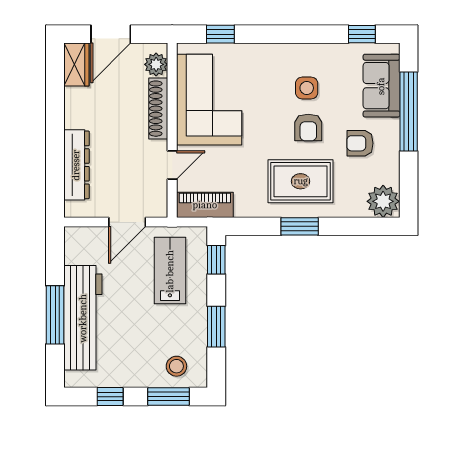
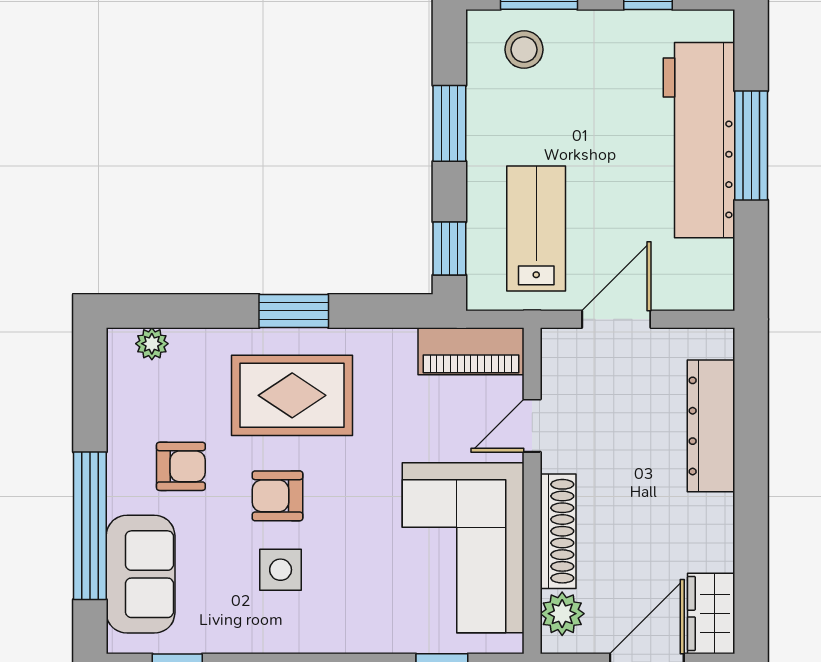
armchair: (308, 127) -> (277, 496), turned -90
plant: (383, 201) -> (152, 344), width x0.53, depth x0.53
lab bench: (170, 271) -> (536, 228), turned 180

